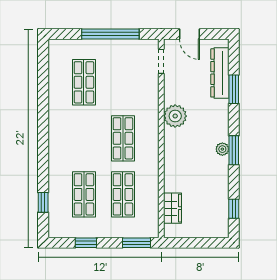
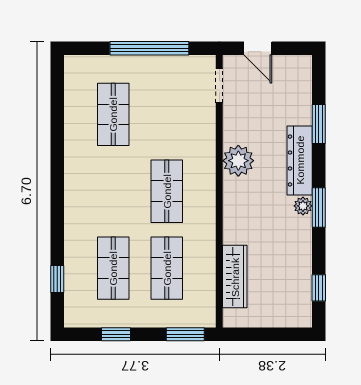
dresser: (220, 73) -> (300, 160), moved
wardrobe: (173, 208) -> (235, 277), width x1.50

